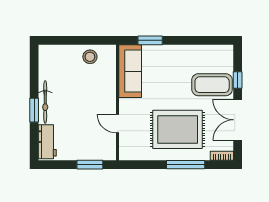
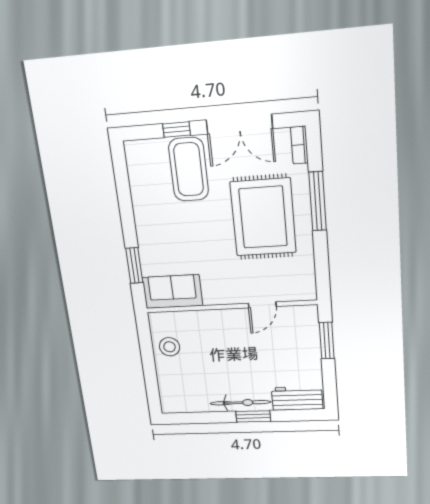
sofa: (130, 71) -> (173, 292), width x0.73

